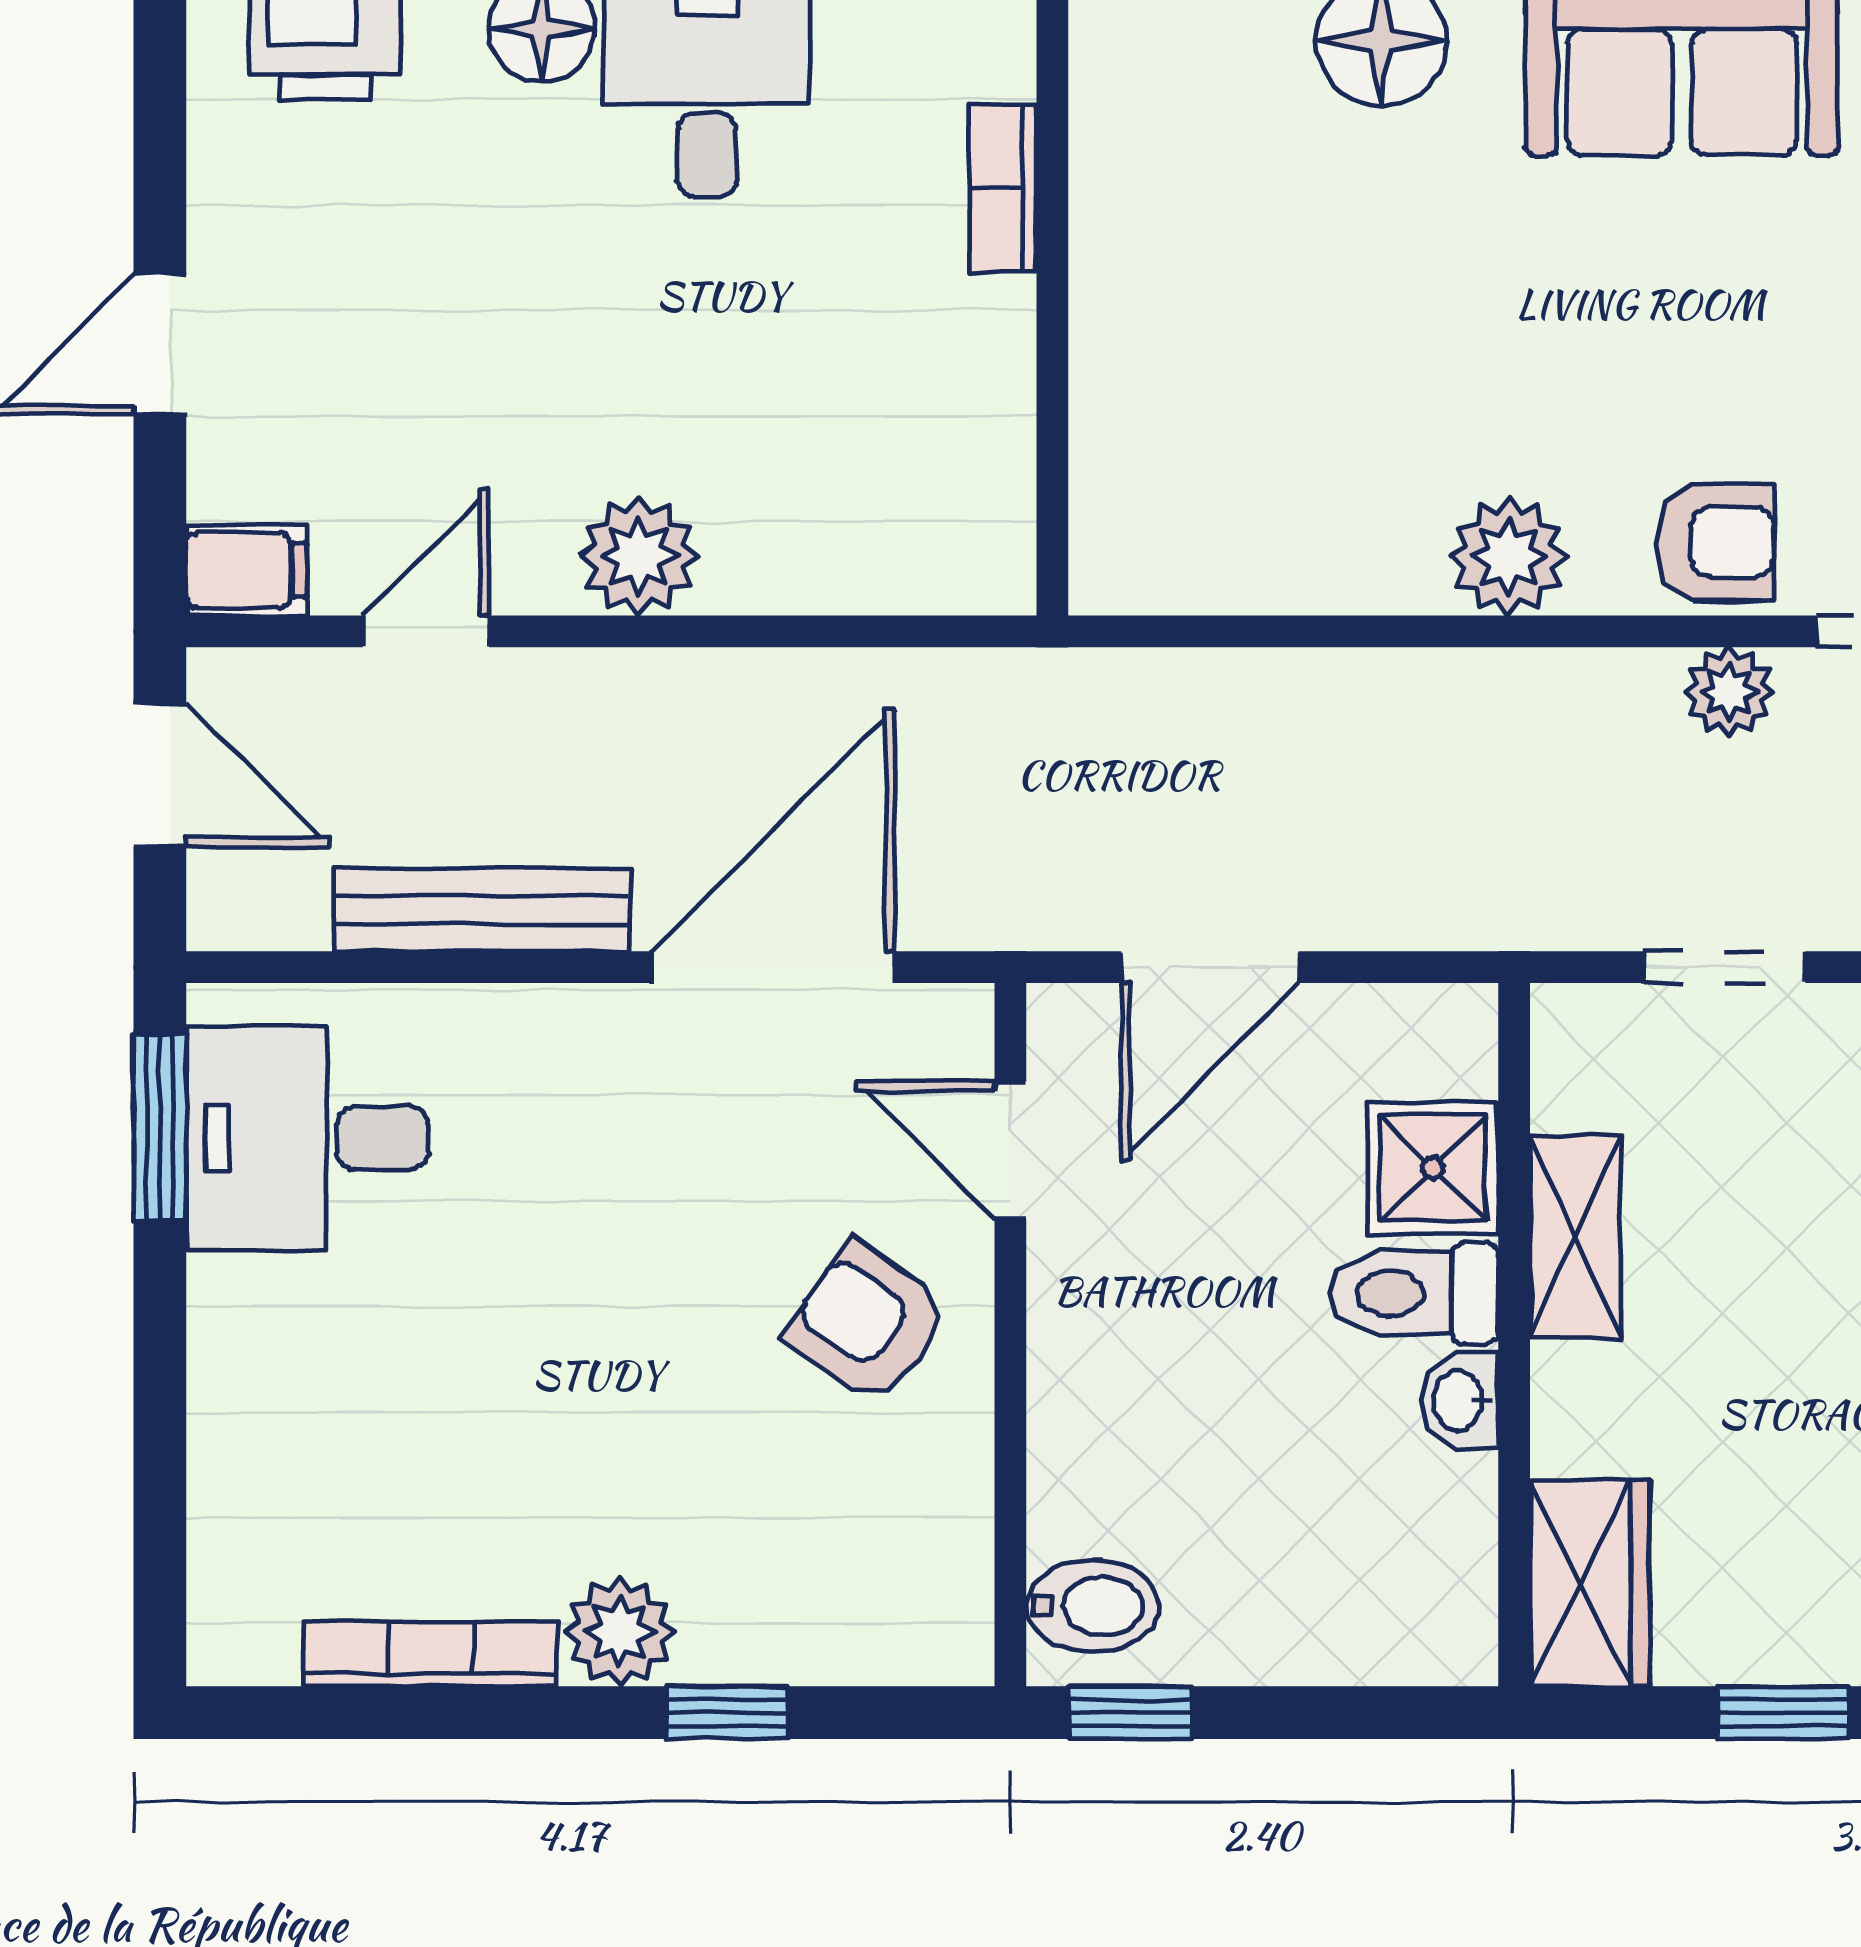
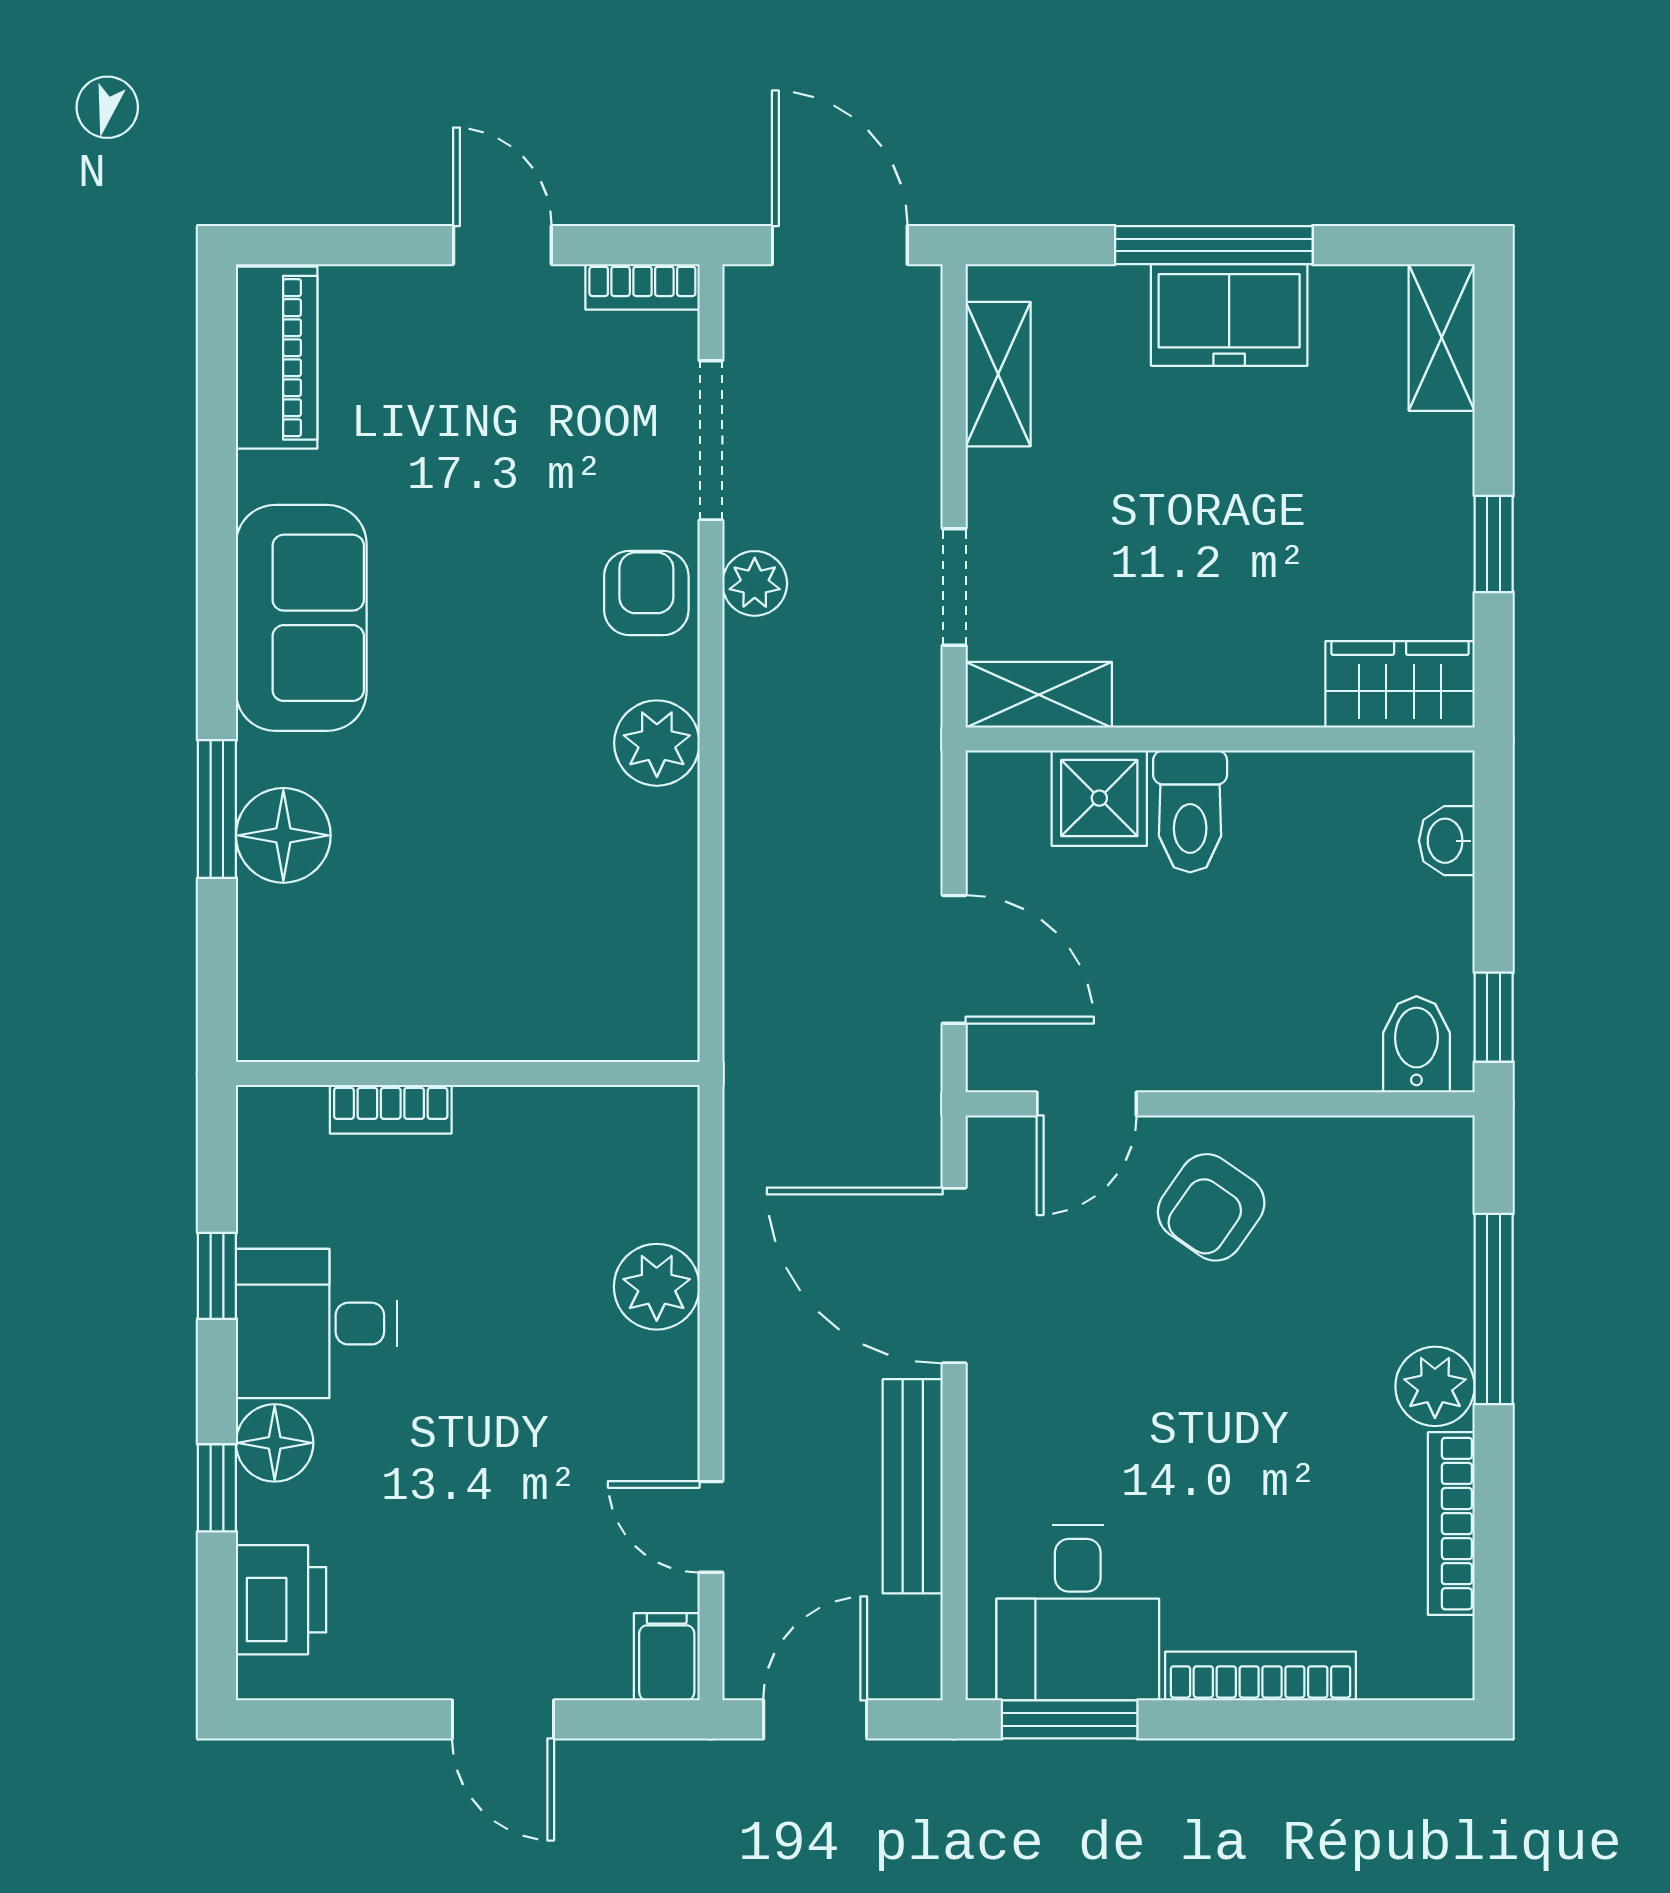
plant: (639, 556) -> (657, 1287), moved
shelving: (1575, 1237) -> (1039, 695), moved
bookcase: (220, 1391) -> (1261, 1676), added
washbasin: (1460, 1401) -> (1447, 841), moved, turned 90
window: (727, 1713) -> (1494, 1309), width x2.17

